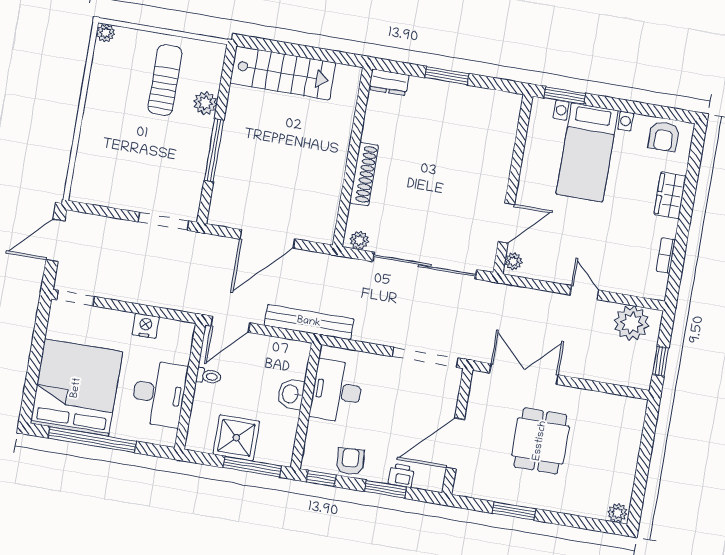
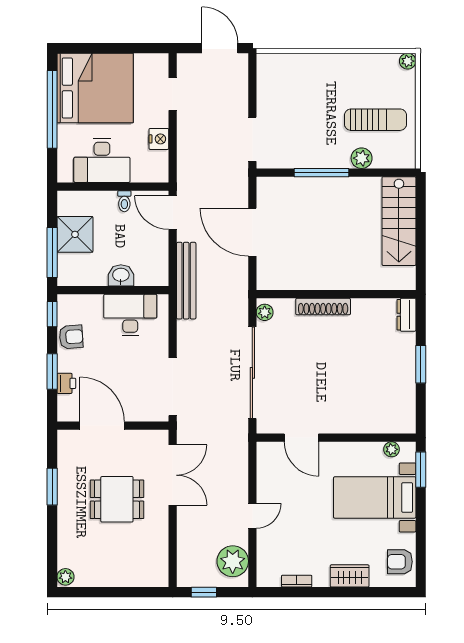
plant: (513, 261) -> (392, 449), moved
doorway: (76, 298) -> (173, 94), moved

